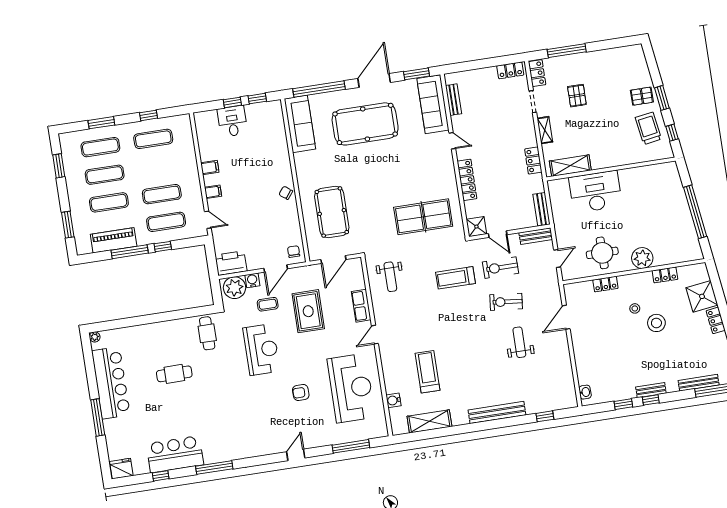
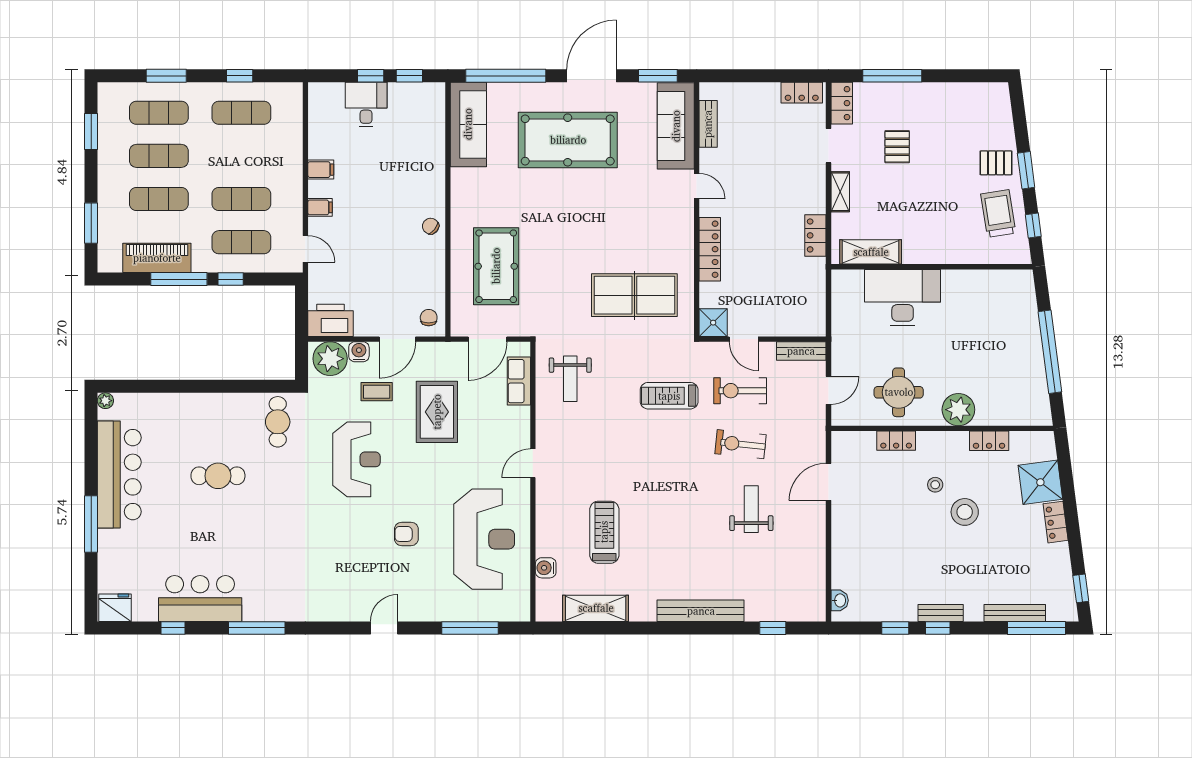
bench: (542, 209) -> (816, 312), removed
row of seats: (361, 306) -> (519, 381), moved

